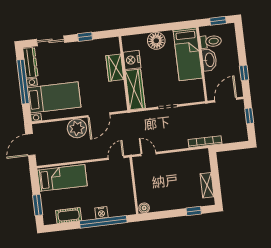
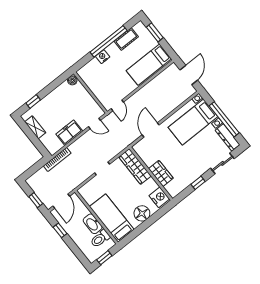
nightstand: (132, 60) -> (159, 197), moved
plant: (77, 128) -> (161, 109), removed
freezer: (178, 160) -> (69, 133), added
window: (103, 222) -> (109, 41), moved

